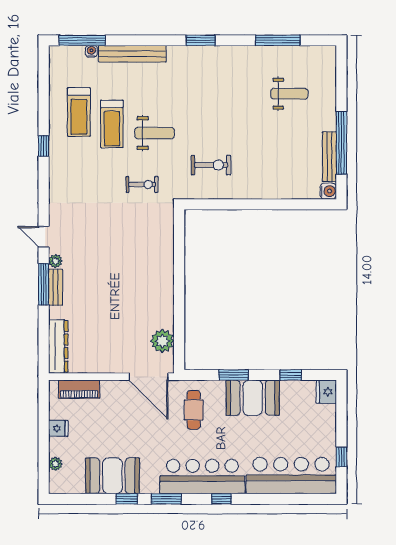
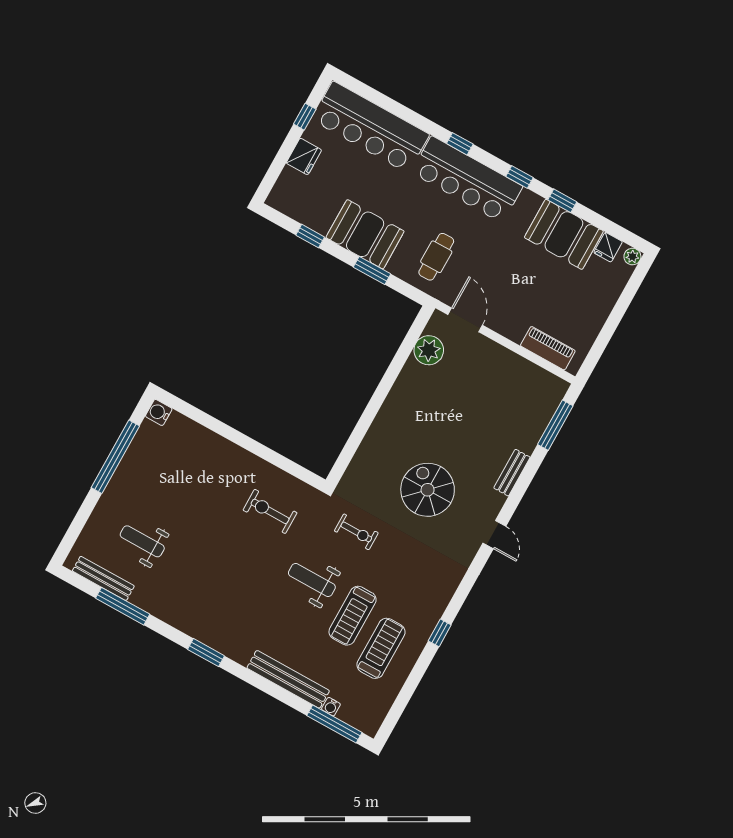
treadmill: (112, 124) -> (353, 616), turned 180
bench: (329, 157) -> (103, 578), moved, turned 90
exercise bike: (142, 184) -> (356, 532), turned 180
spiral stairs: (108, 242) -> (428, 490), added
plant: (55, 261) -> (496, 501), removed
window: (44, 284) -> (555, 425), moved
dresser: (58, 346) -> (545, 407), removed
door: (148, 377) -> (465, 320), width x0.73
fridge: (326, 392) -> (304, 156), moved
fridge: (58, 428) -> (608, 247), moved, turned -90
plant: (55, 464) -> (632, 257), moved
window: (166, 499) -> (520, 177), width x0.67

